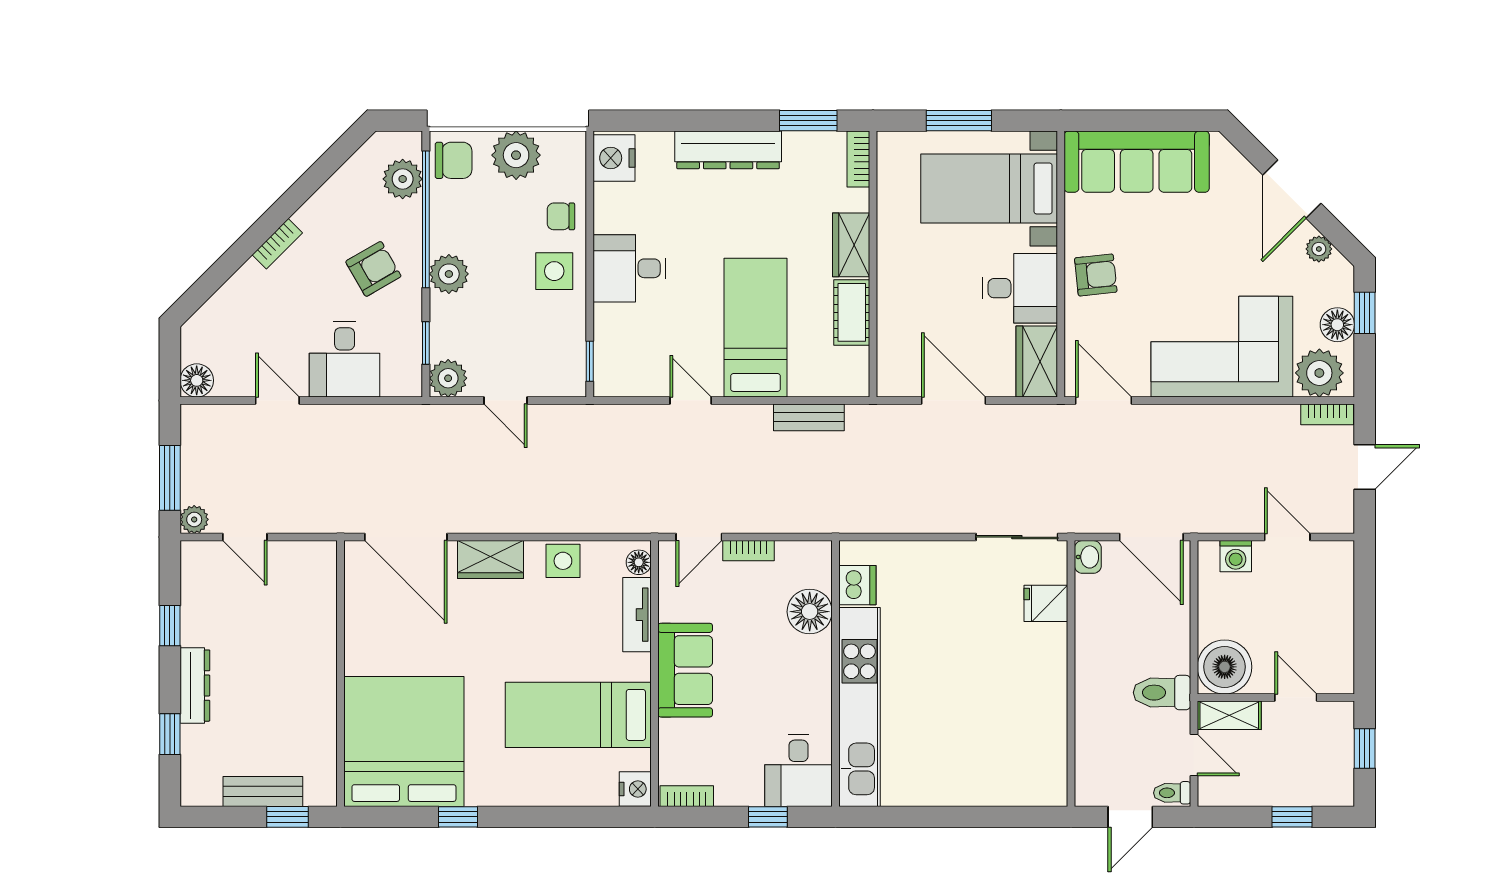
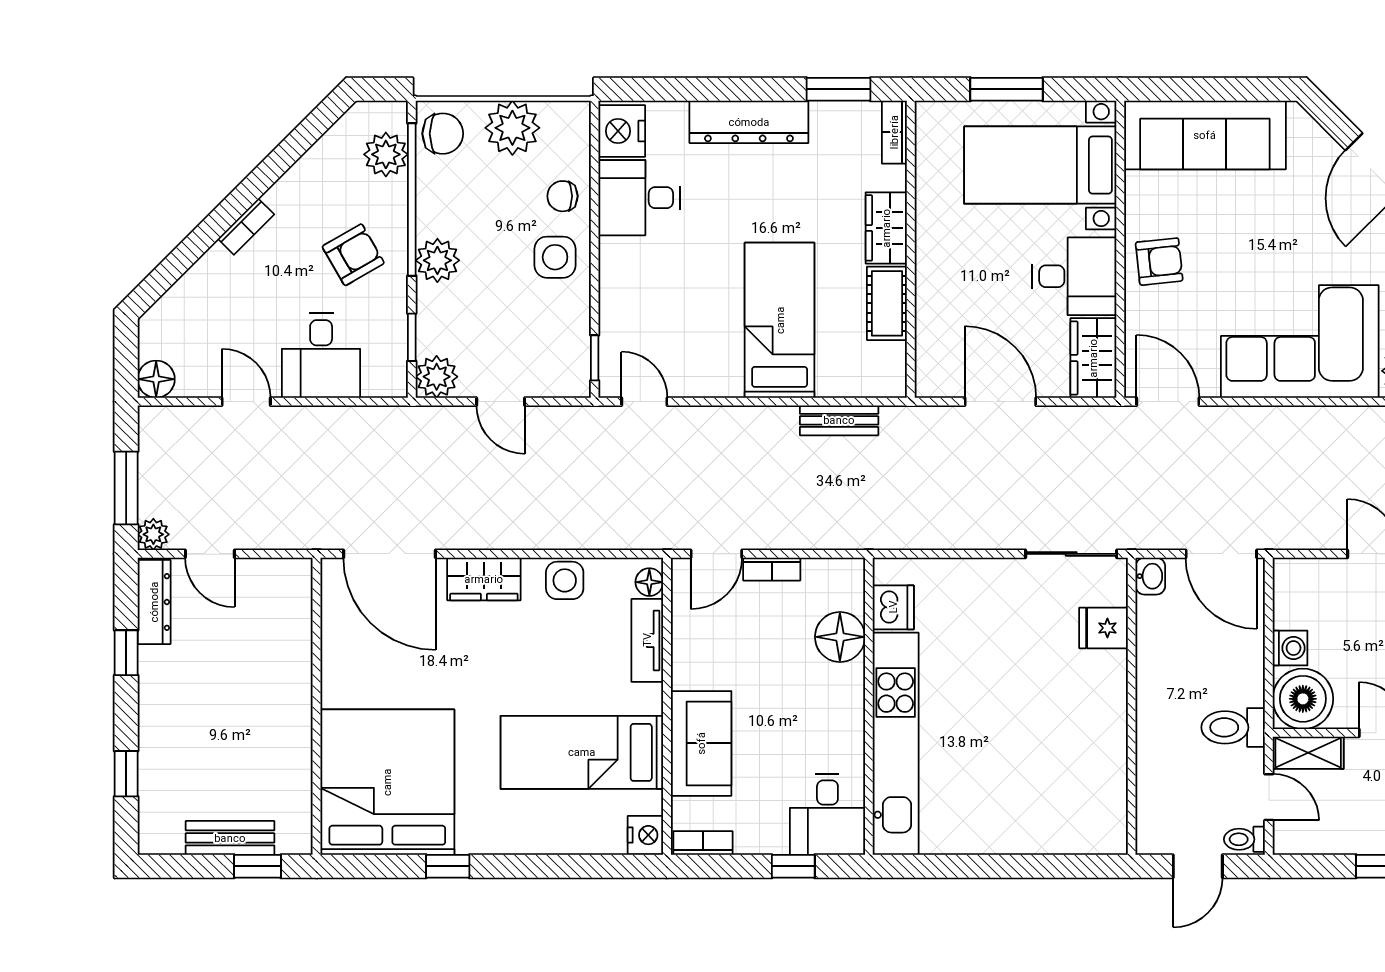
desk: (629, 268) -> (639, 198), moved
door: (691, 400) -> (644, 402), moved
washing machine: (1236, 556) -> (1290, 648), moved, turned -90
sofa: (685, 670) -> (701, 743), moved
dresser: (195, 686) -> (154, 602), moved

